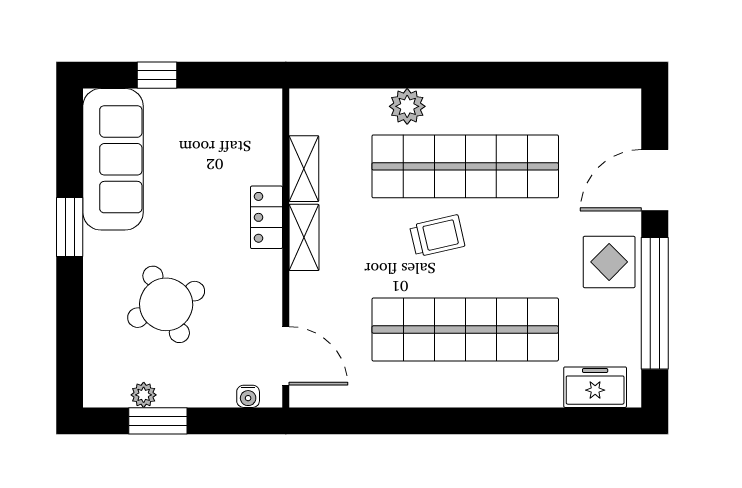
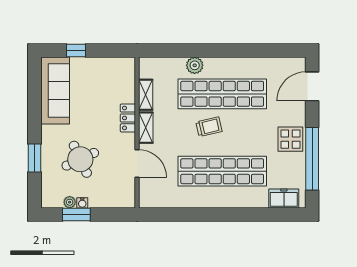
door: (655, 180) -> (312, 86), moved
window: (70, 227) -> (35, 158), moved
door: (286, 356) -> (137, 163), moved
water cooler: (248, 396) -> (82, 203), moved

